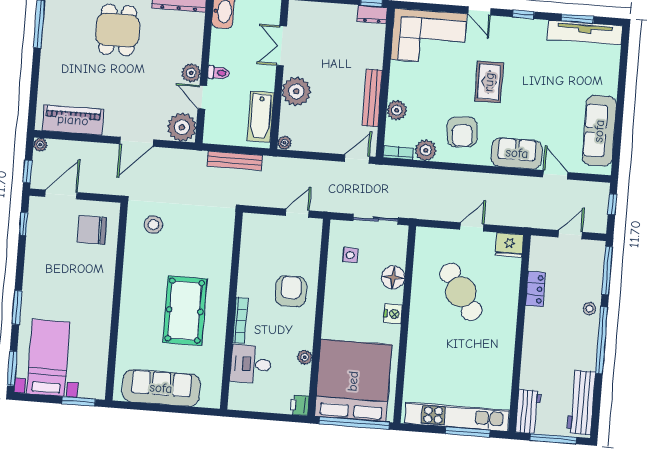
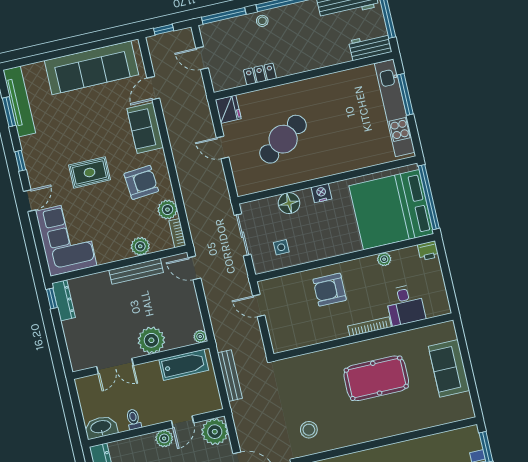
dresser: (372, 14) -> (64, 300), width x1.44
toilet: (219, 73) -> (134, 419), moved
sofa: (599, 131) -> (91, 68), width x1.36, depth x1.27
sofa: (161, 388) -> (449, 368), width x0.73

